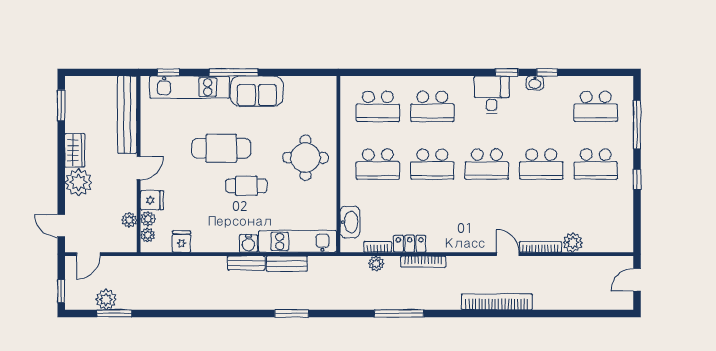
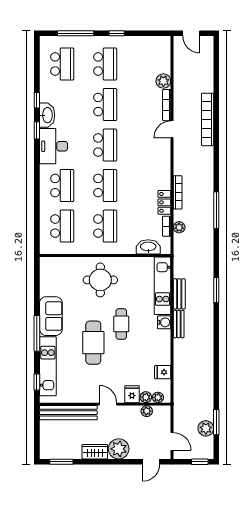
washbasin: (535, 83) -> (47, 115), width x1.91, depth x1.45
desk: (492, 95) -> (53, 146), width x1.37
bookcase: (497, 302) -> (208, 119), moved

